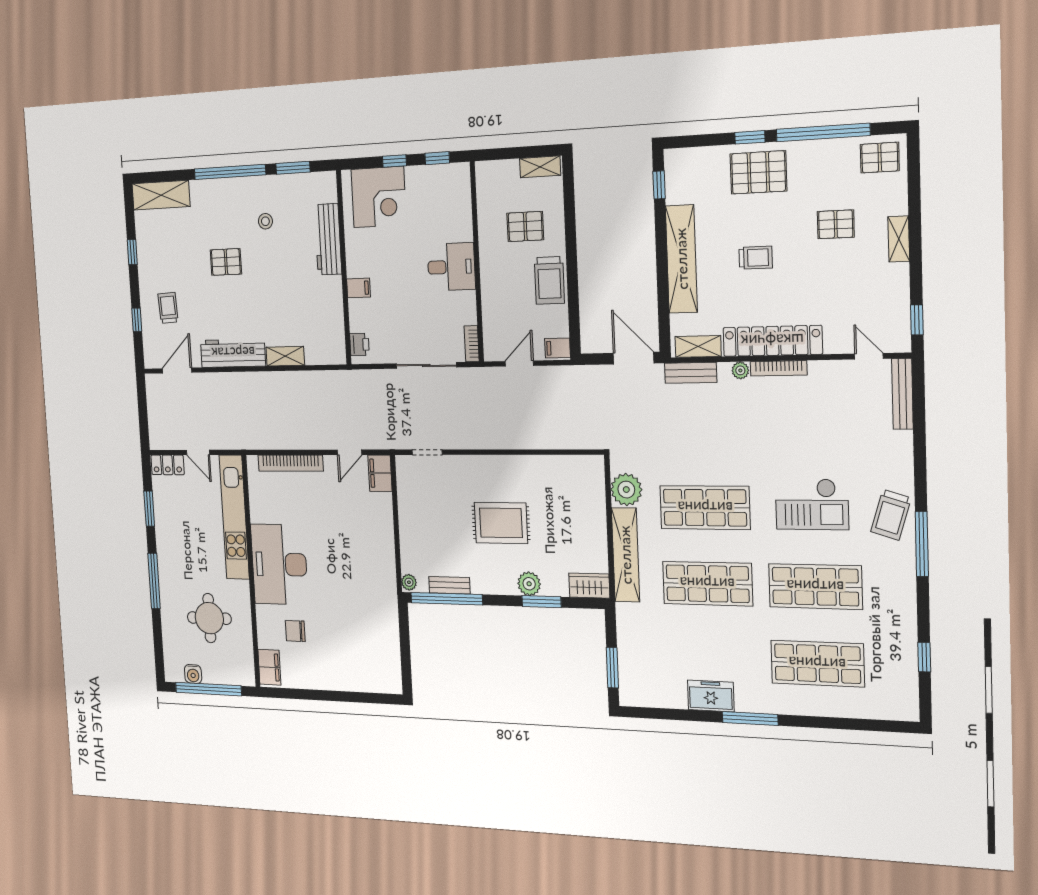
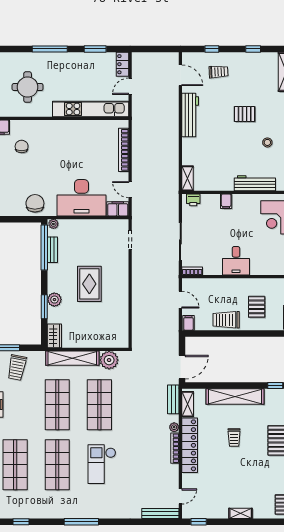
pallet: (836, 224) -> (250, 481), removed
pallet: (226, 262) -> (245, 114), turned 90
shelving: (285, 356) -> (187, 178), moved
trolley: (891, 515) -> (17, 368), moved, turned -96
desk: (279, 564) -> (81, 198), moved, turned 180
chair: (379, 612) -> (35, 203), added

